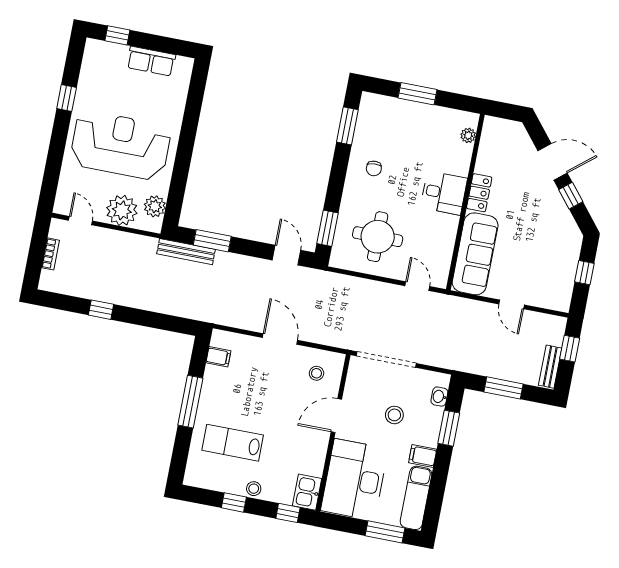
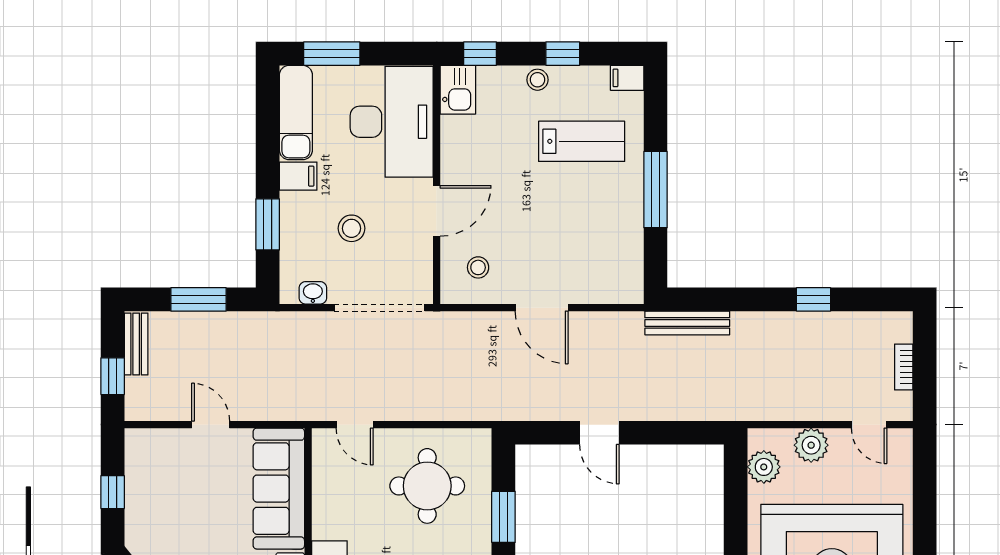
plant: (122, 210) -> (811, 445), width x0.73, depth x0.73
window: (327, 228) -> (503, 517), moved
window: (212, 241) -> (669, 433), removed
bench: (186, 252) -> (687, 323), moved
door: (287, 255) -> (599, 433), moved
filing cabinet: (218, 357) -> (627, 78), moved
washbasin: (439, 397) -> (313, 293), moved, turned -90

